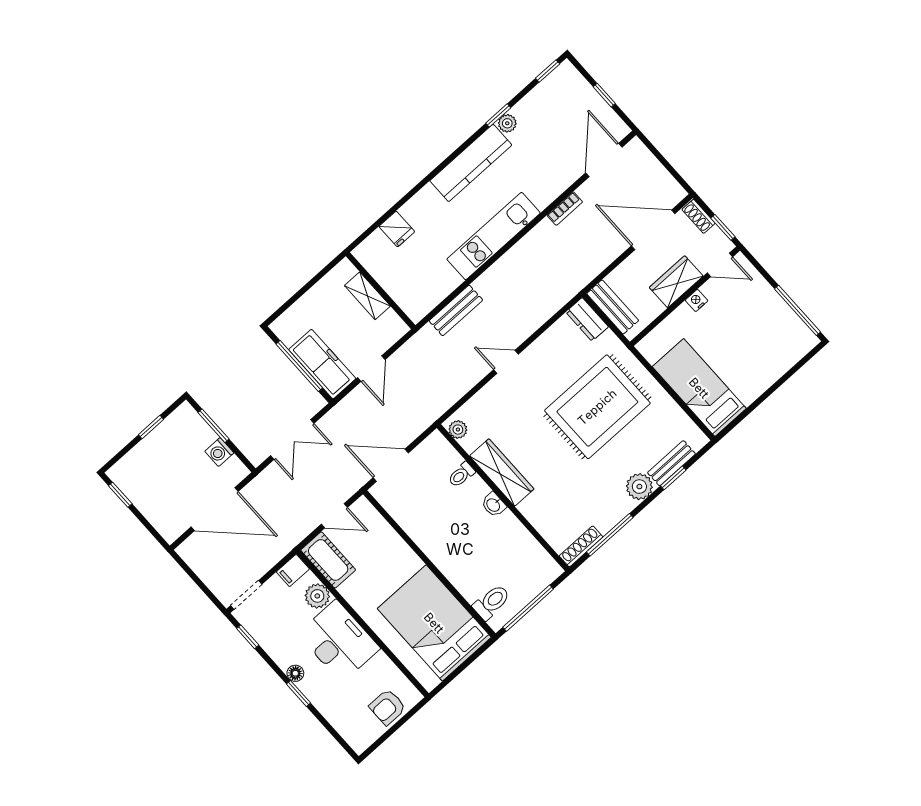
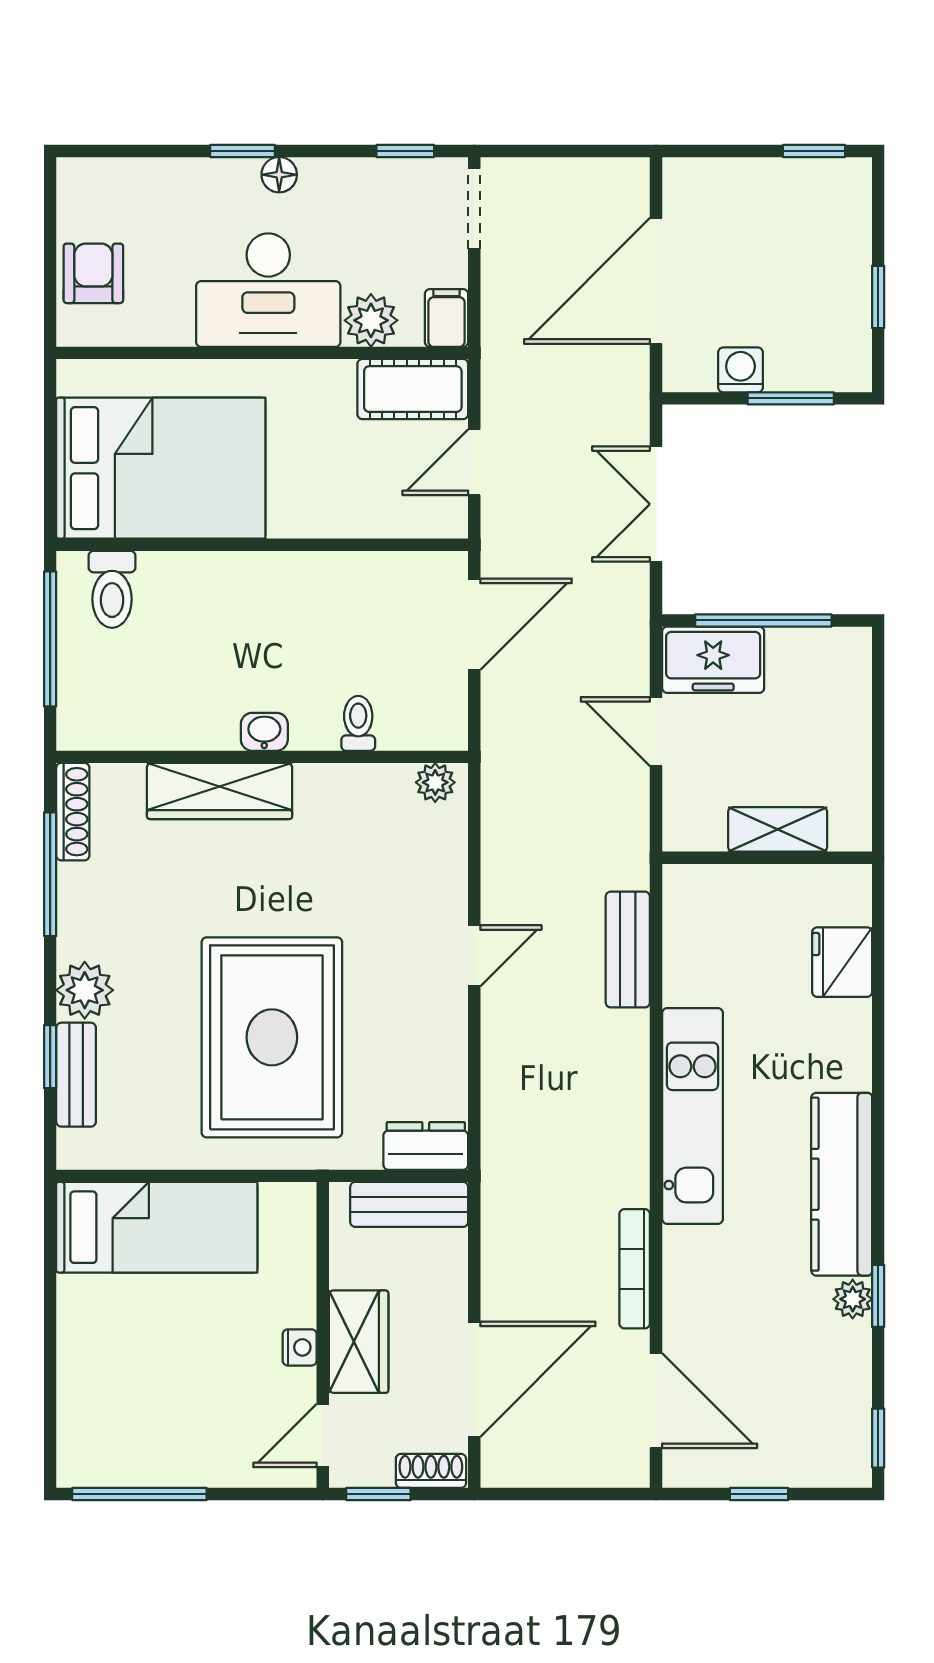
bookcase: (565, 209) -> (635, 1269), width x1.56
fridge: (397, 229) -> (842, 962), width x1.38
freezer: (322, 364) -> (713, 660), width x0.71
wardrobe: (502, 472) -> (220, 791), moved

